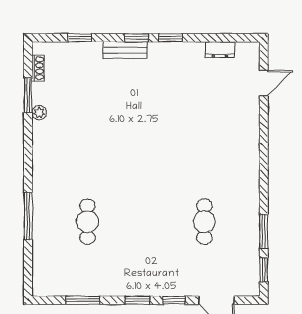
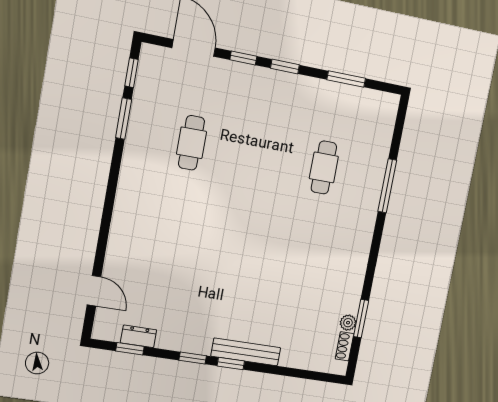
window: (80, 38) -> (130, 349), moved
bench: (125, 50) -> (246, 352), width x1.36
door: (264, 83) -> (94, 291), swing flipped
plant: (39, 113) -> (348, 323), moved

